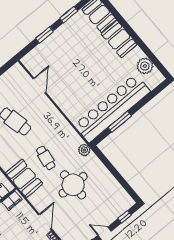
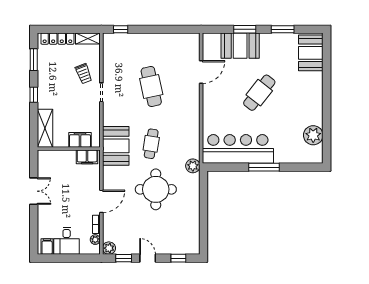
booth: (119, 39) -> (240, 46), moved, turned 90
cafe table: (88, 68) -> (259, 93), added
bar counter: (112, 108) -> (238, 149), width x0.73
window: (120, 122) -> (264, 167), moved

